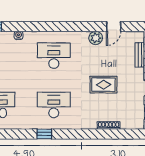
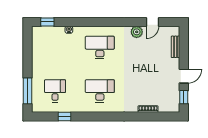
rug: (103, 85) -> (144, 73), removed
window: (44, 134) -> (65, 116), moved

